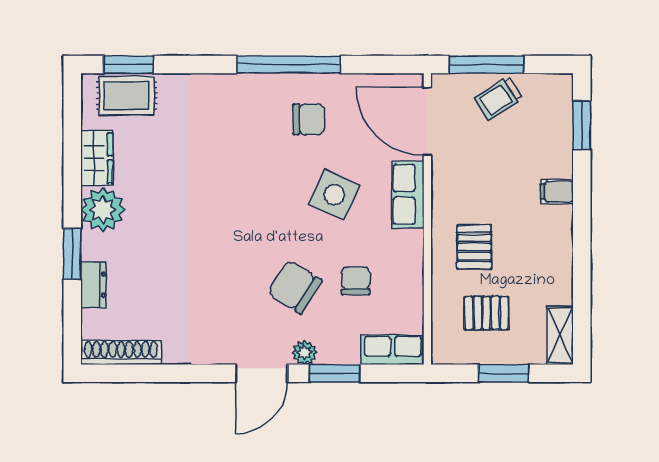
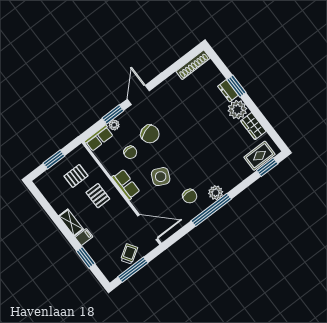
window: (486, 65) -> (133, 270), moved
plant: (257, 90) -> (216, 193), added
chair: (309, 119) -> (190, 196), turned -90
window: (582, 125) -> (86, 257), moved
row of seats: (408, 194) -> (126, 184), moved
dresser: (94, 285) -> (228, 91), moved
chair: (295, 287) -> (150, 134), turned 39
shelving: (560, 335) -> (71, 223), moved
plant: (305, 353) -> (114, 125), moved

